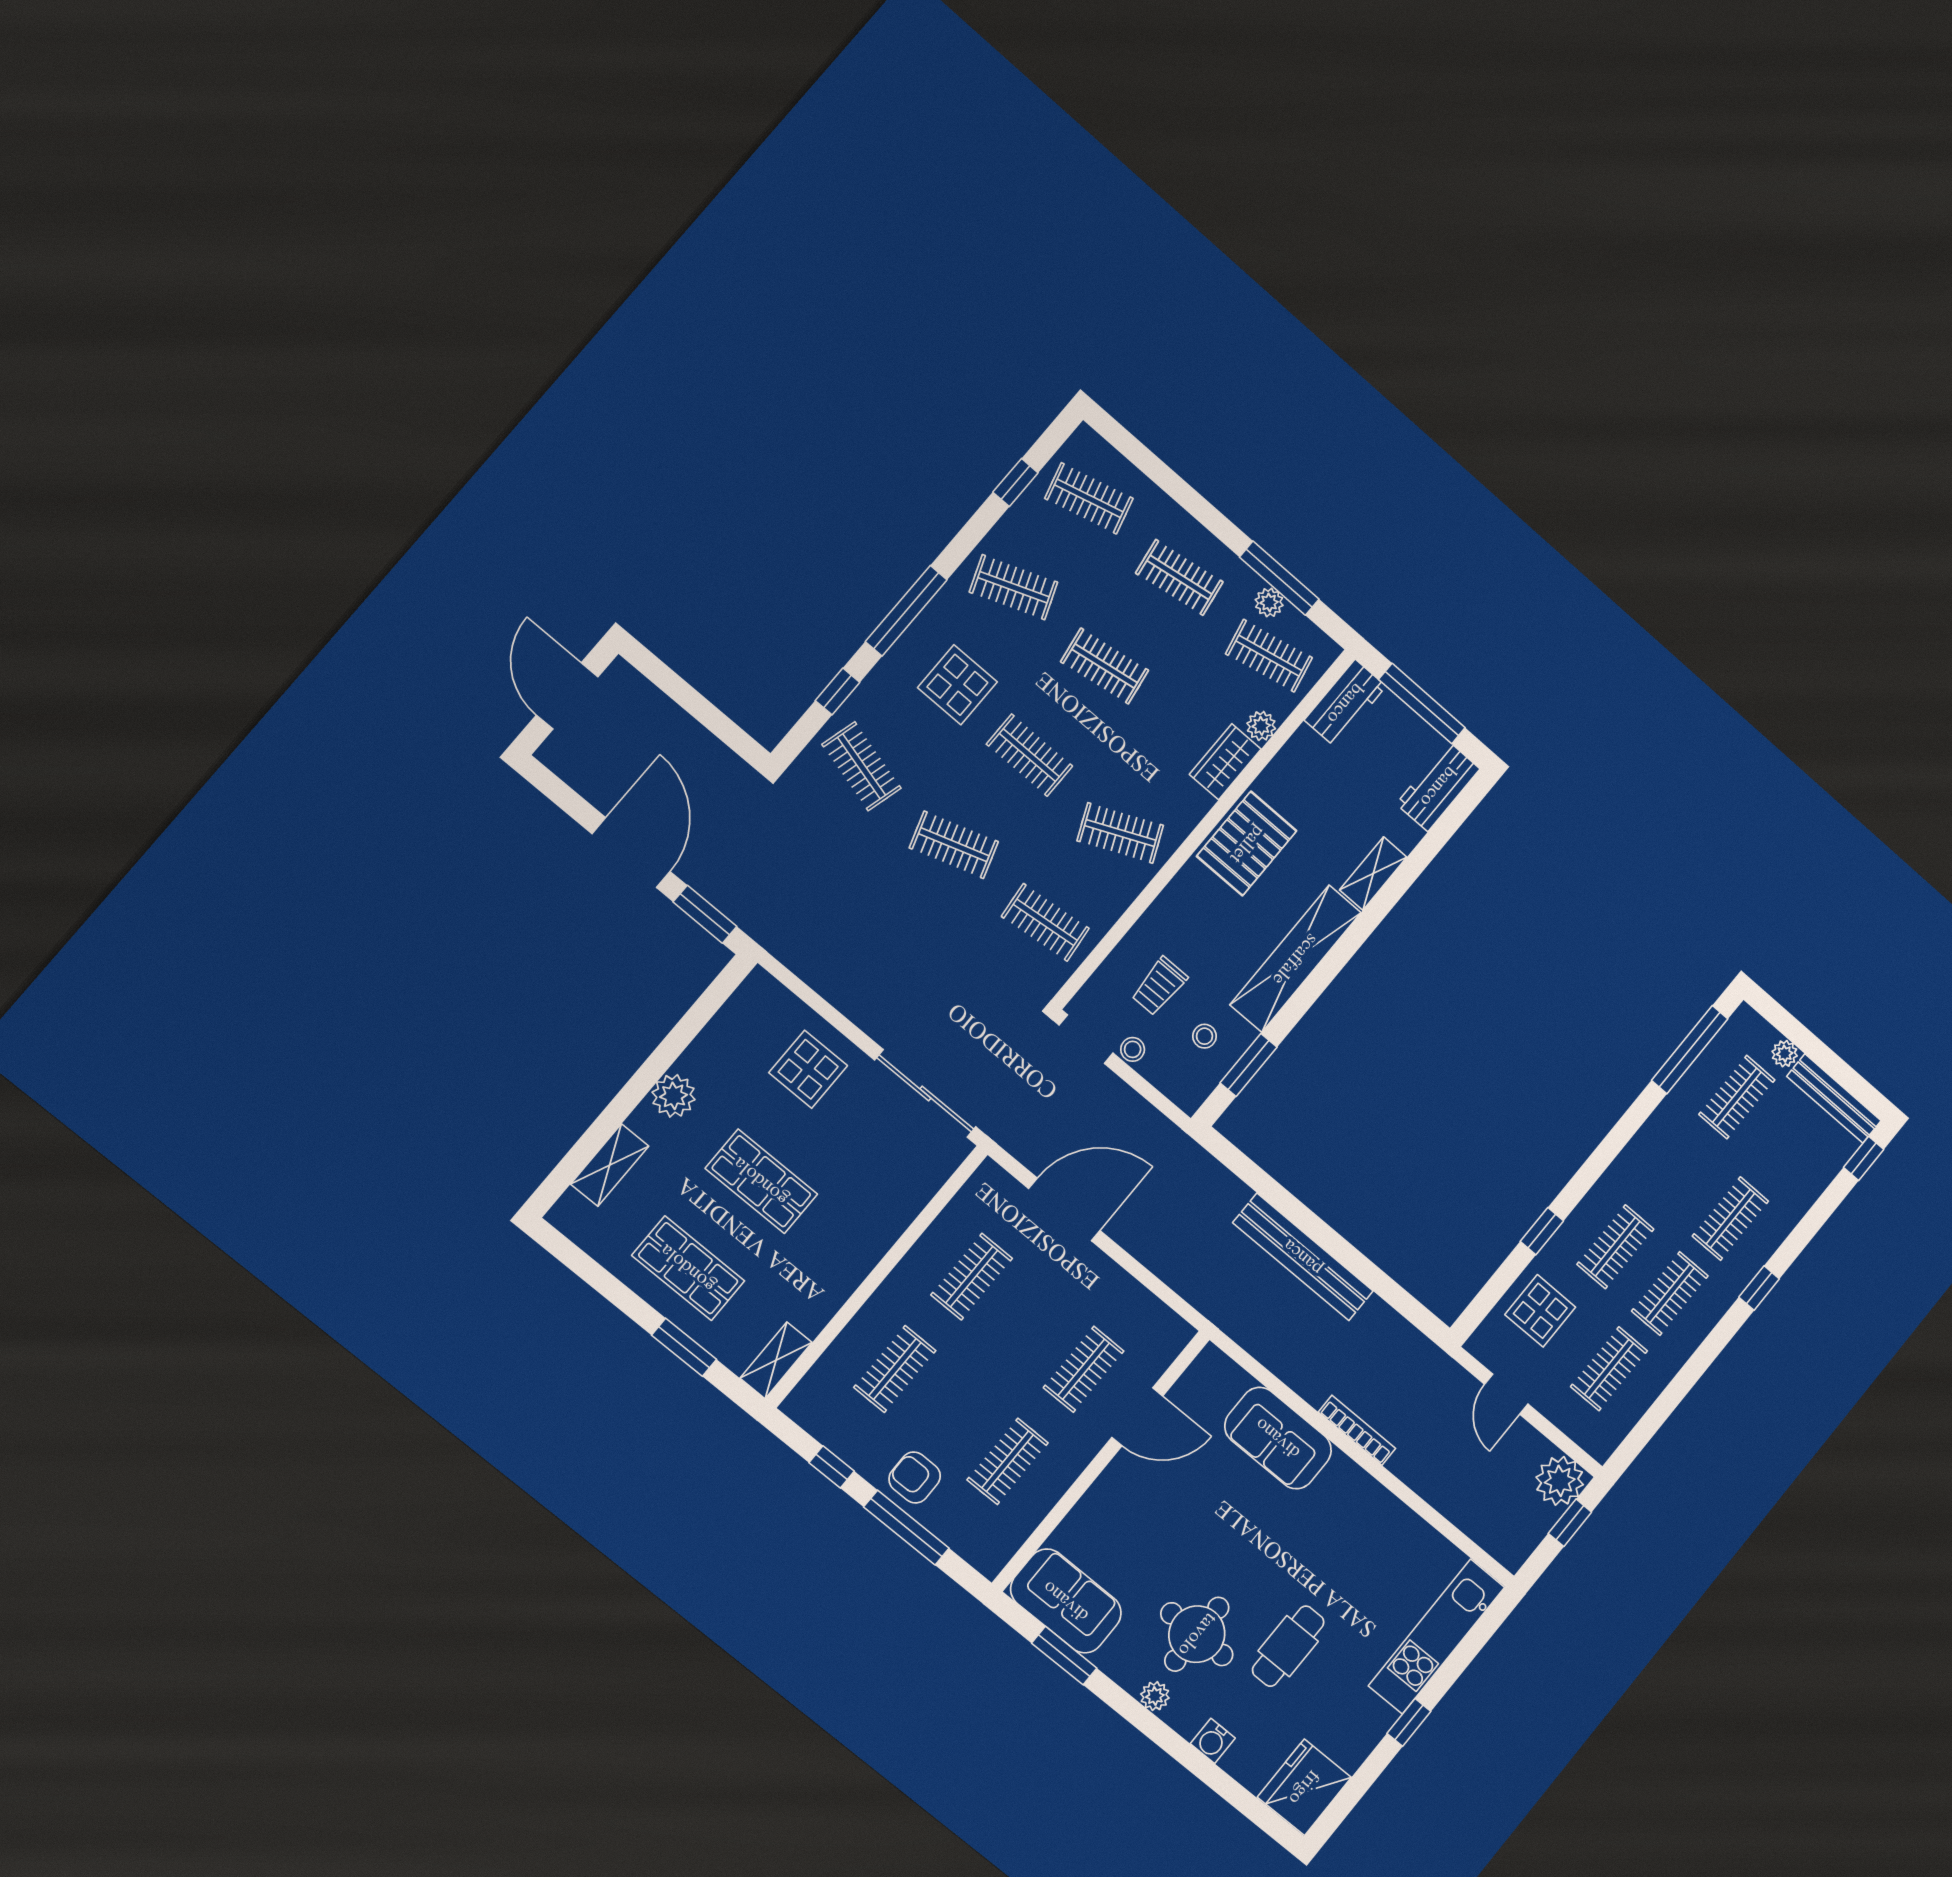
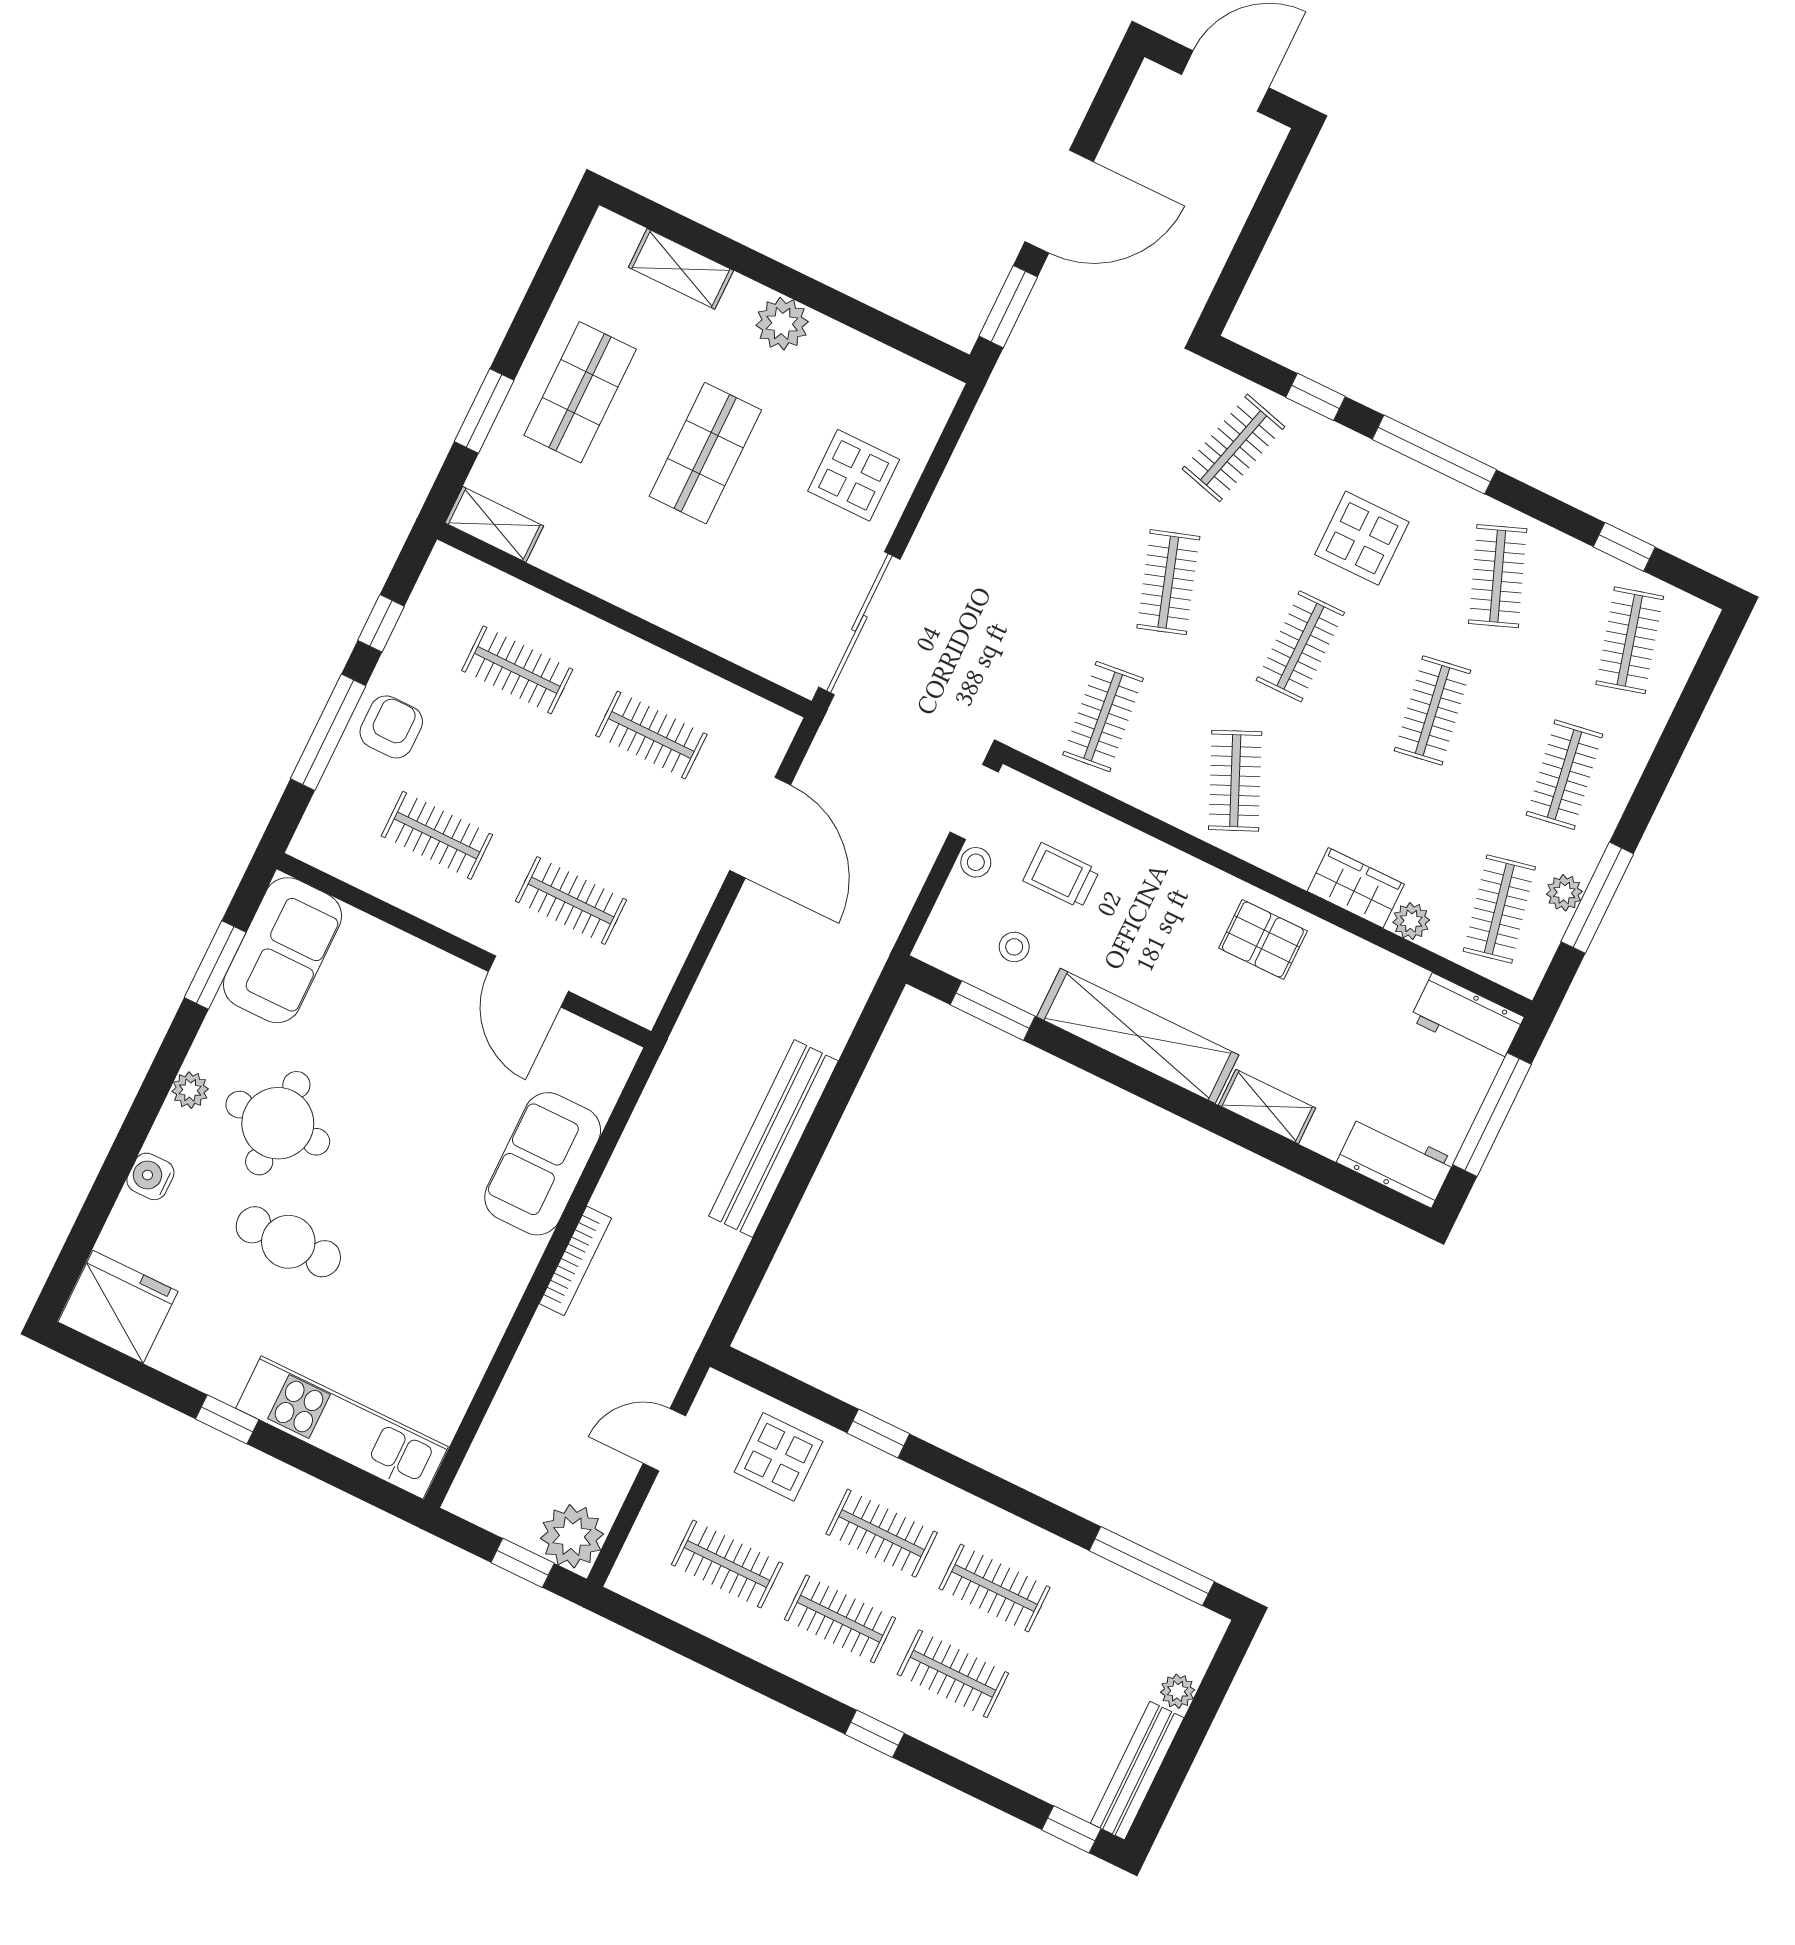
pallet: (1247, 844) -> (1263, 939), width x0.67, depth x0.71
clothes rail: (1737, 1097) -> (995, 1588), moved

